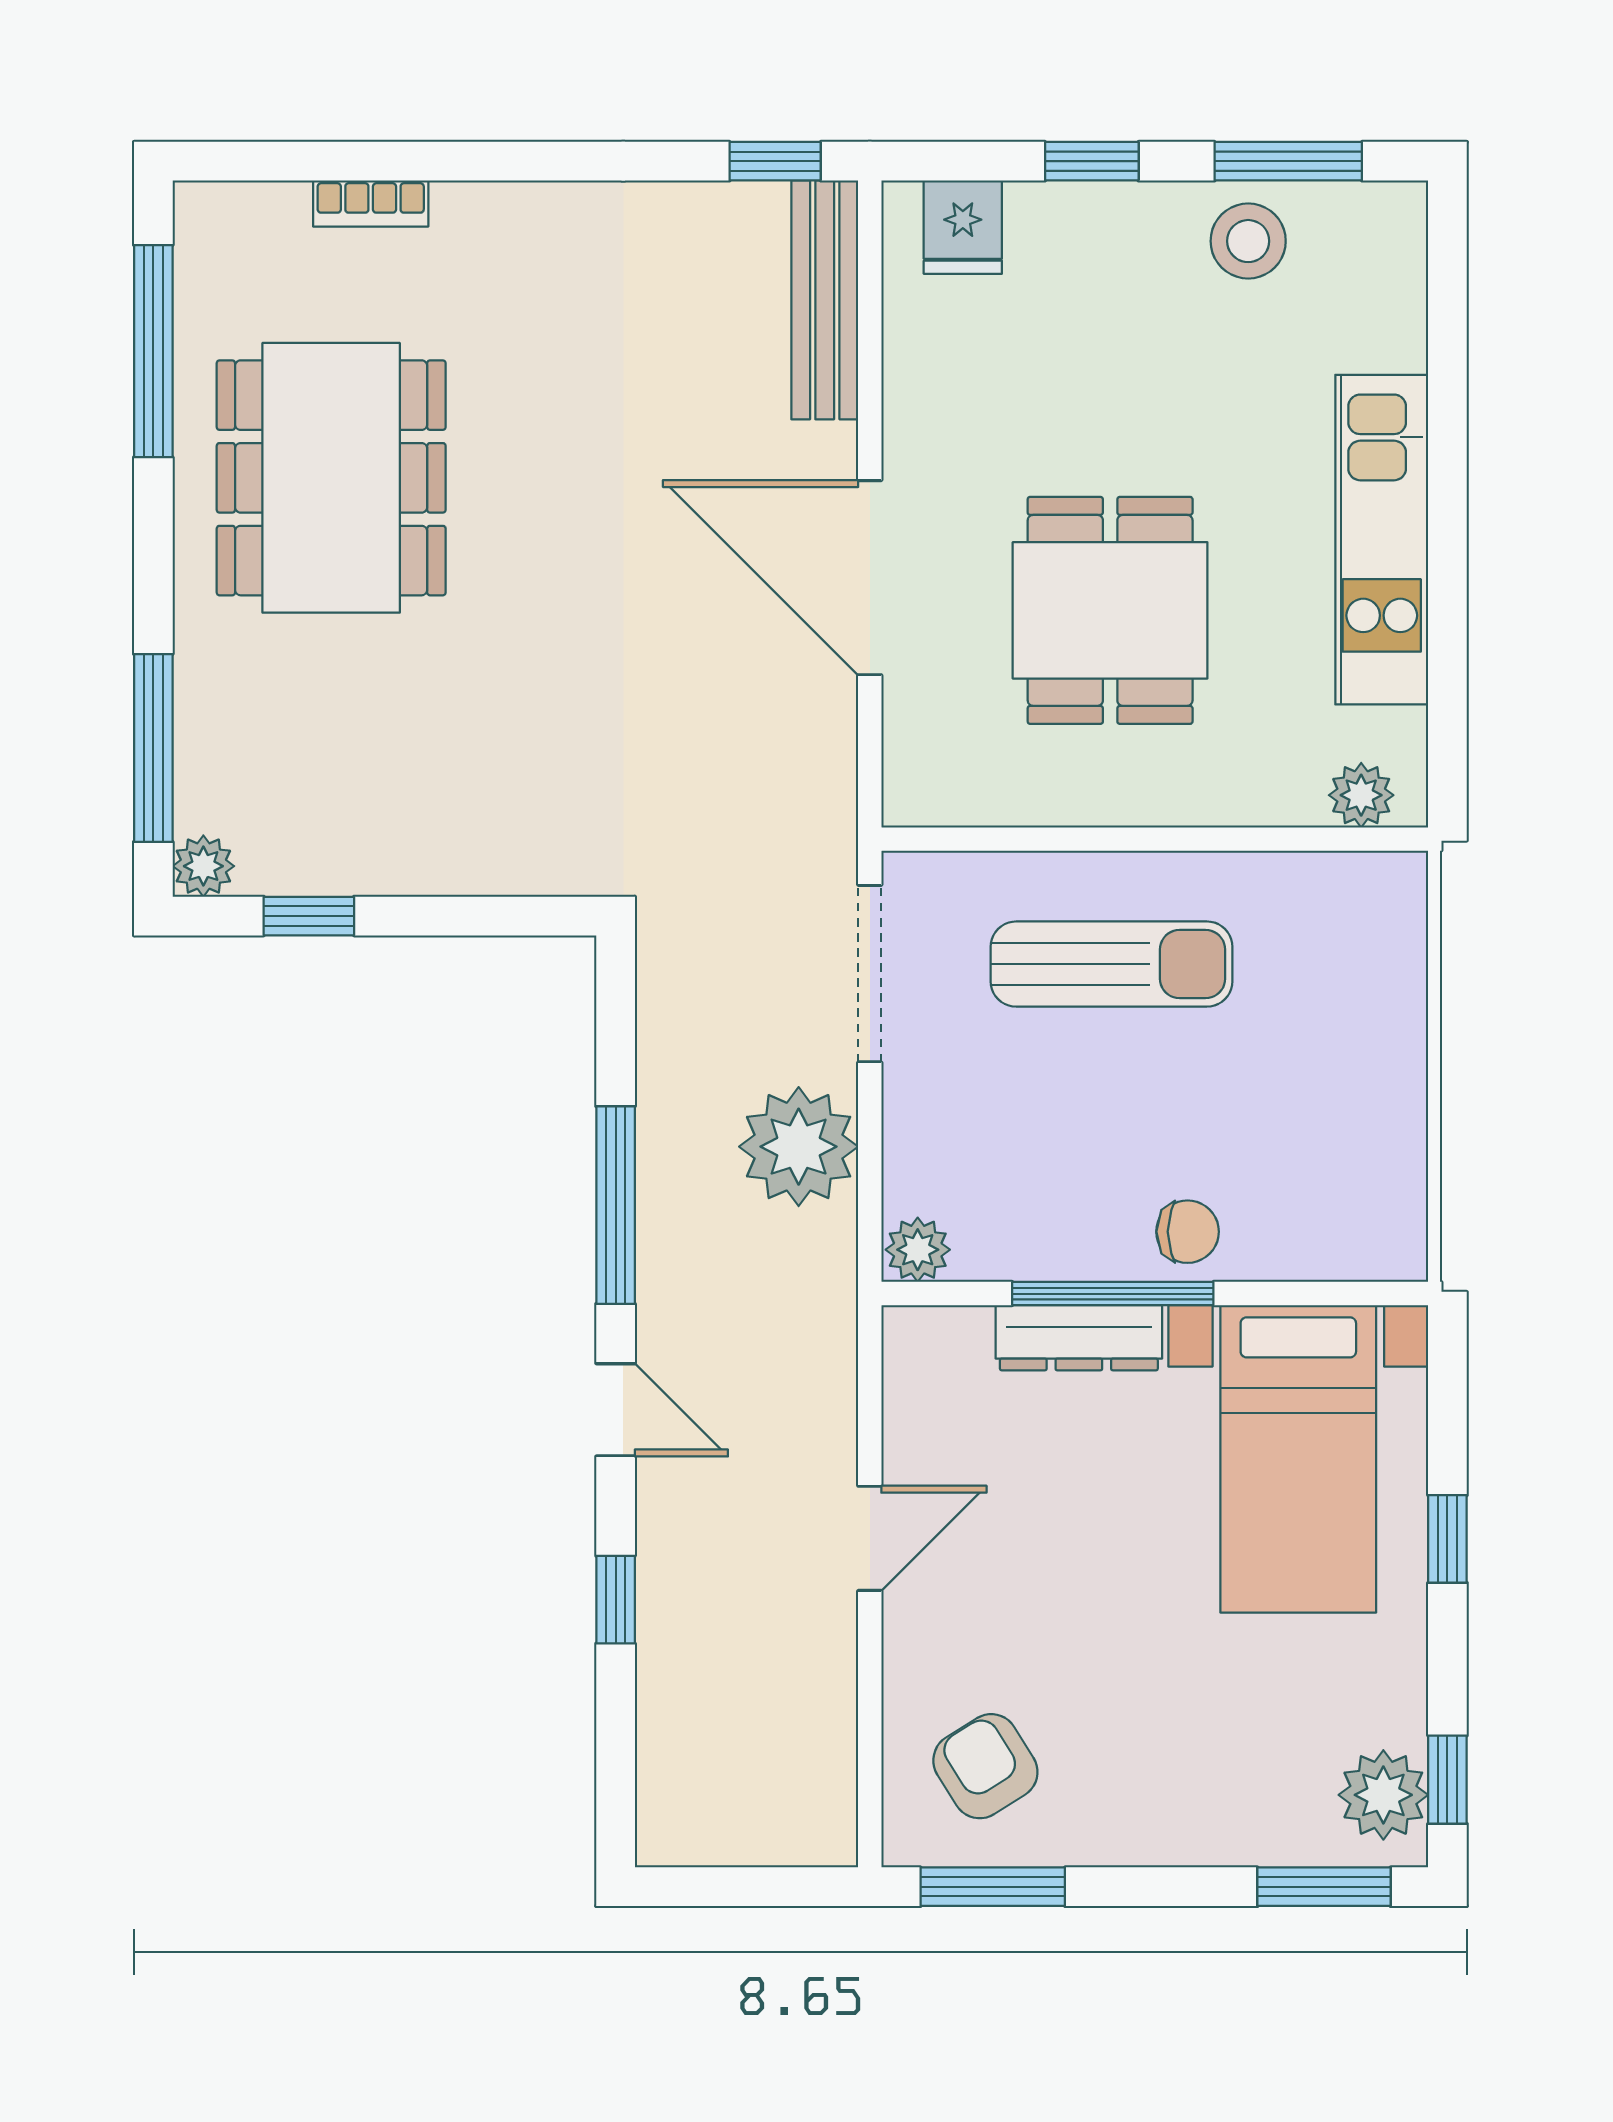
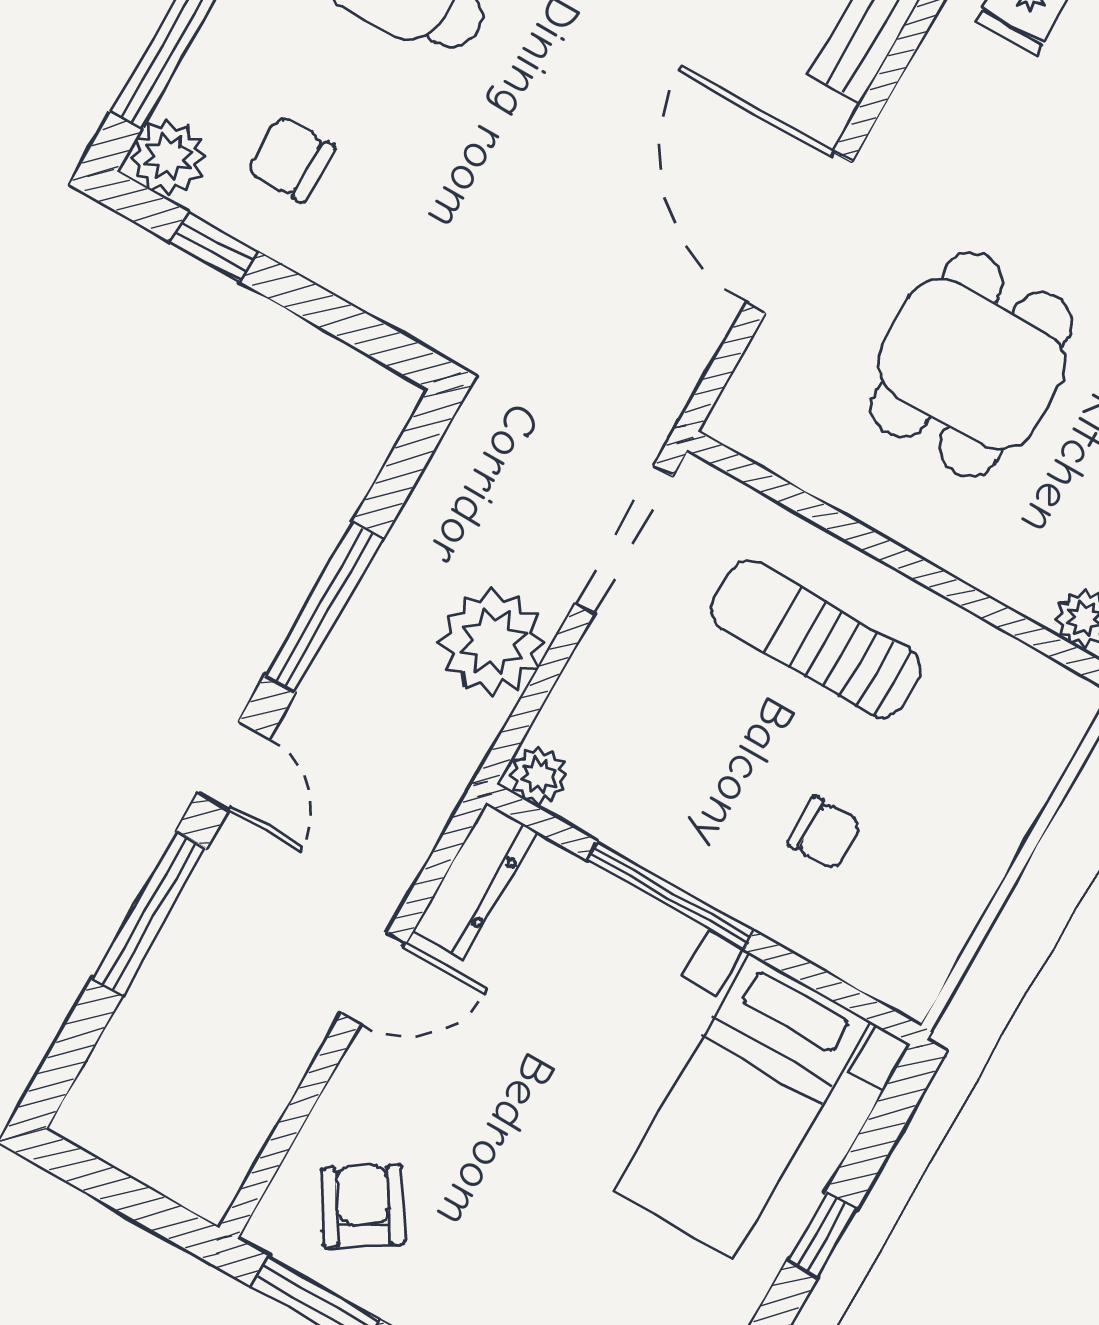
chair: (335, 788) -> (291, 159), added
plant: (203, 866) -> (168, 157), width x1.38, depth x1.38
sun lounger: (1112, 964) -> (816, 639), turned 180
chair: (1188, 1232) -> (825, 834), moved
dresser: (1079, 1338) -> (475, 881), moved, turned -90
window: (616, 1600) -> (149, 913), width x2.17

